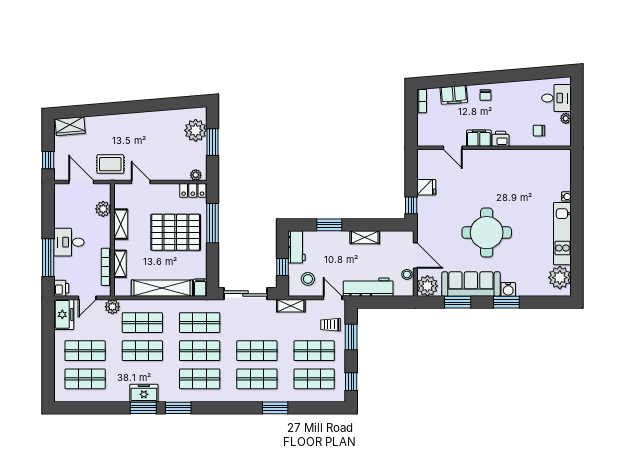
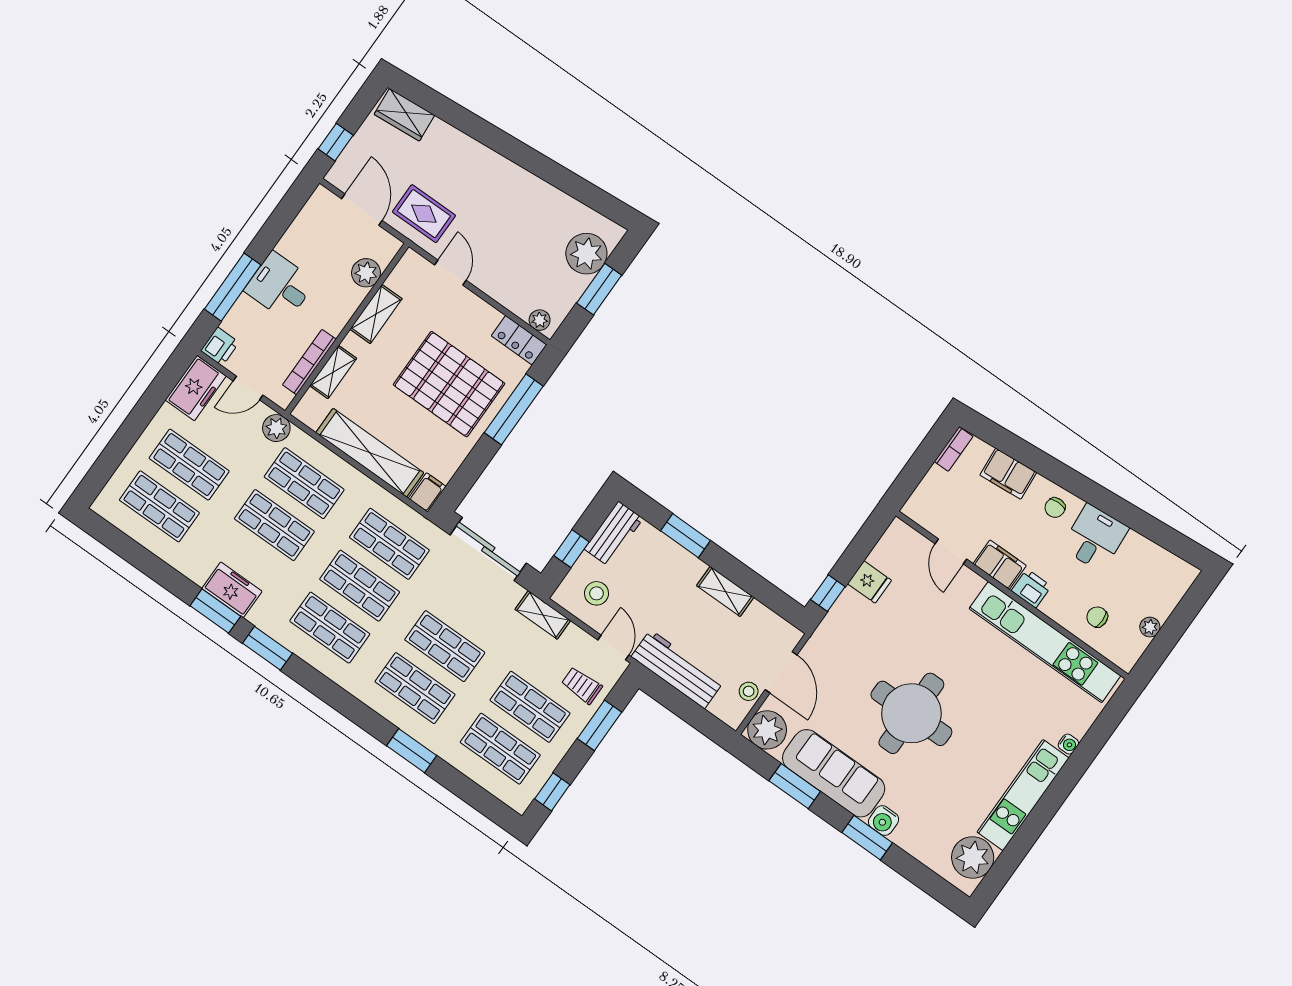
desk: (556, 98) -> (1095, 538), moved, turned -95
kitchen unit: (524, 158) -> (1045, 642), added

